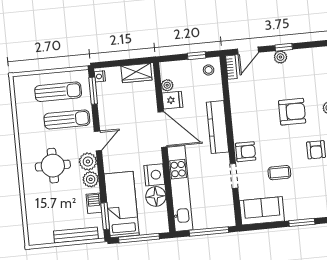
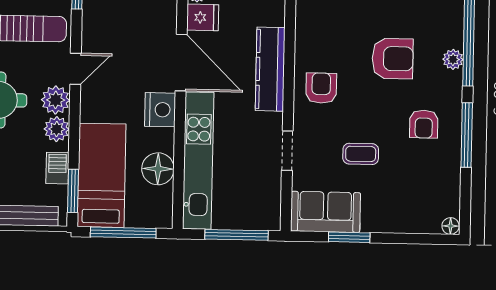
armchair: (246, 152) -> (321, 88), moved, turned -90
nightstand: (154, 175) -> (160, 110), moved
window: (302, 222) -> (349, 237), moved

